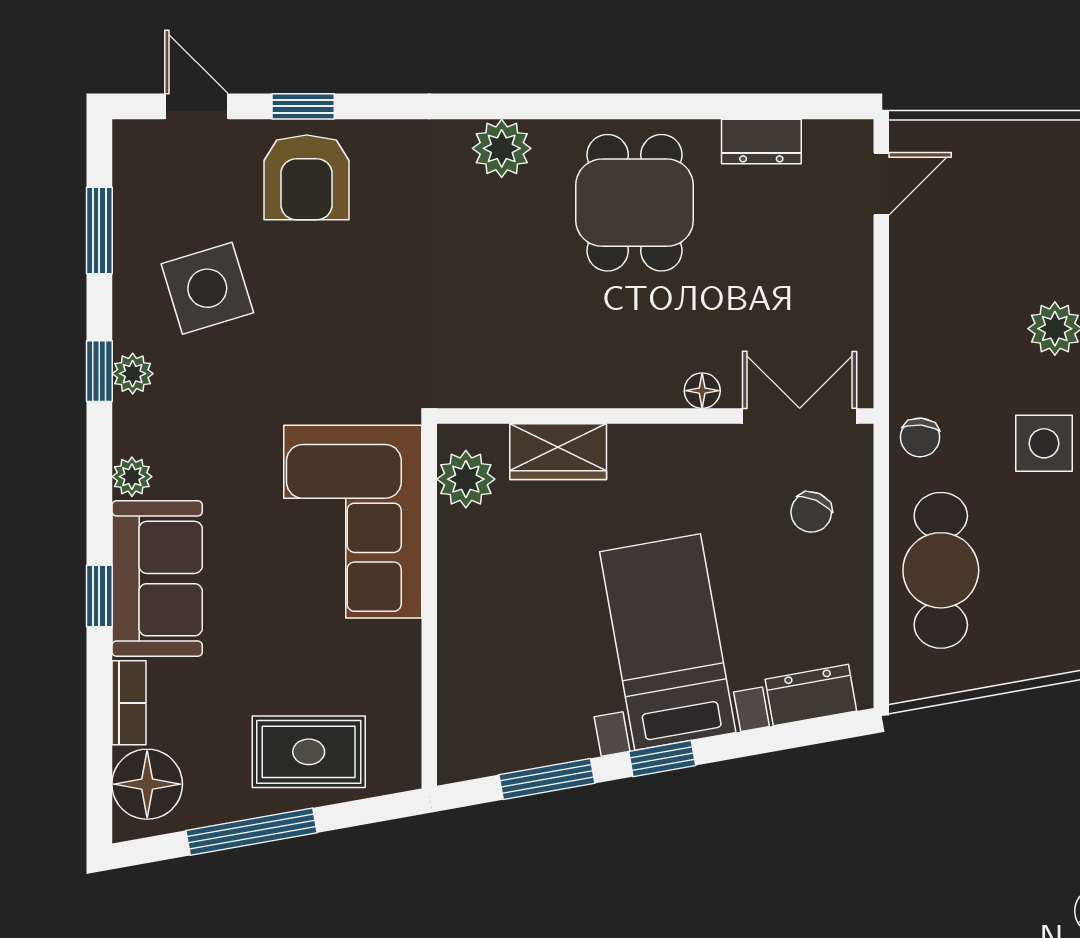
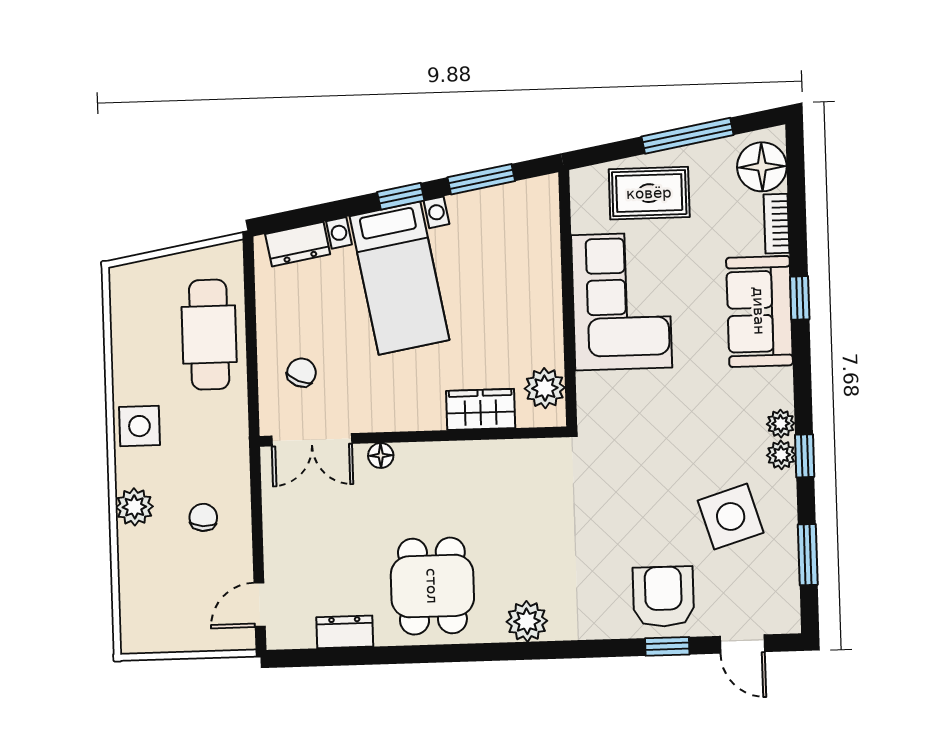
chair: (920, 437) -> (203, 517), moved
plant: (132, 477) -> (781, 424), moved
corner sofa: (353, 522) -> (622, 301), moved

